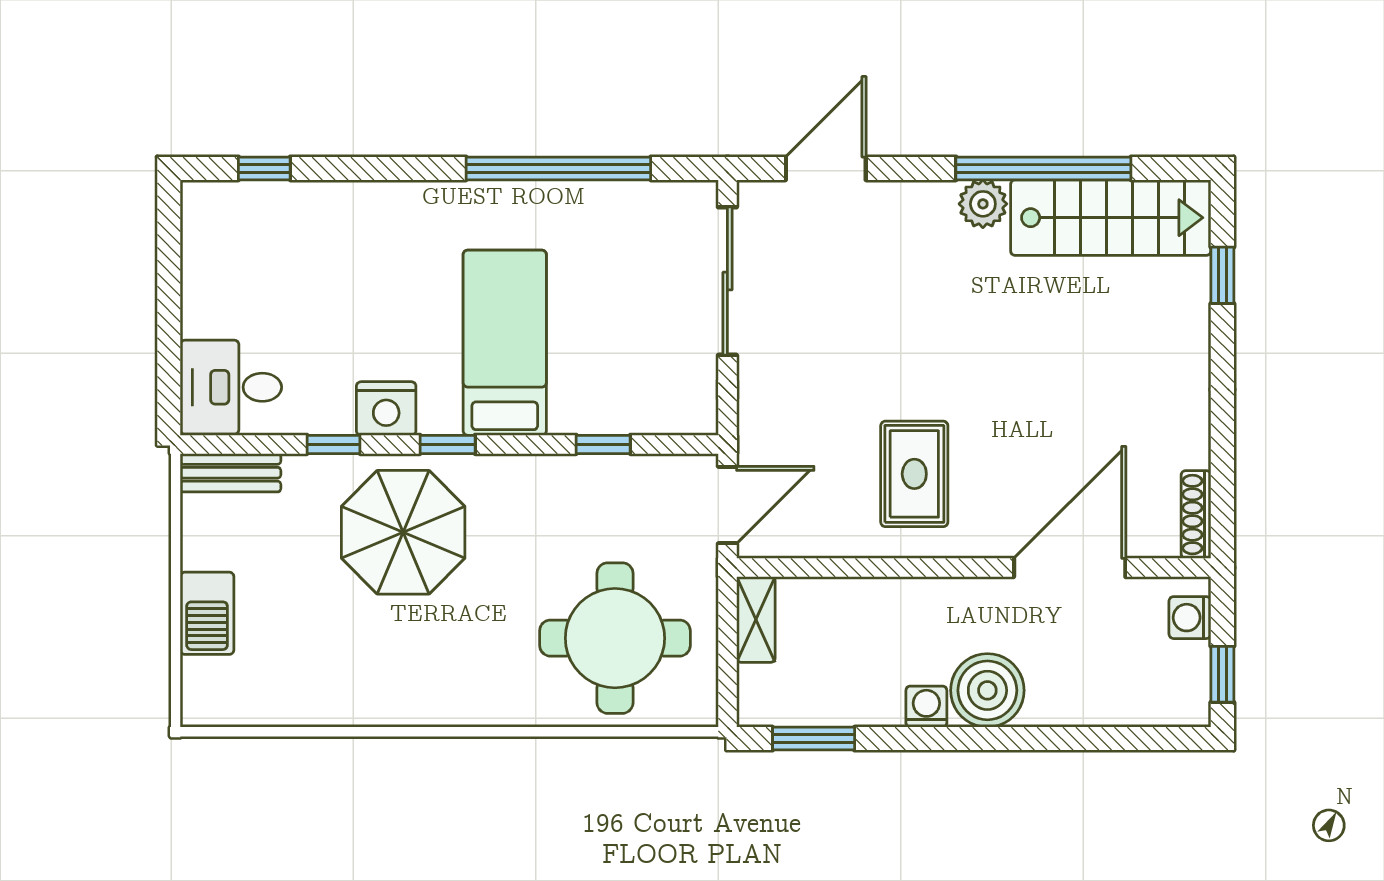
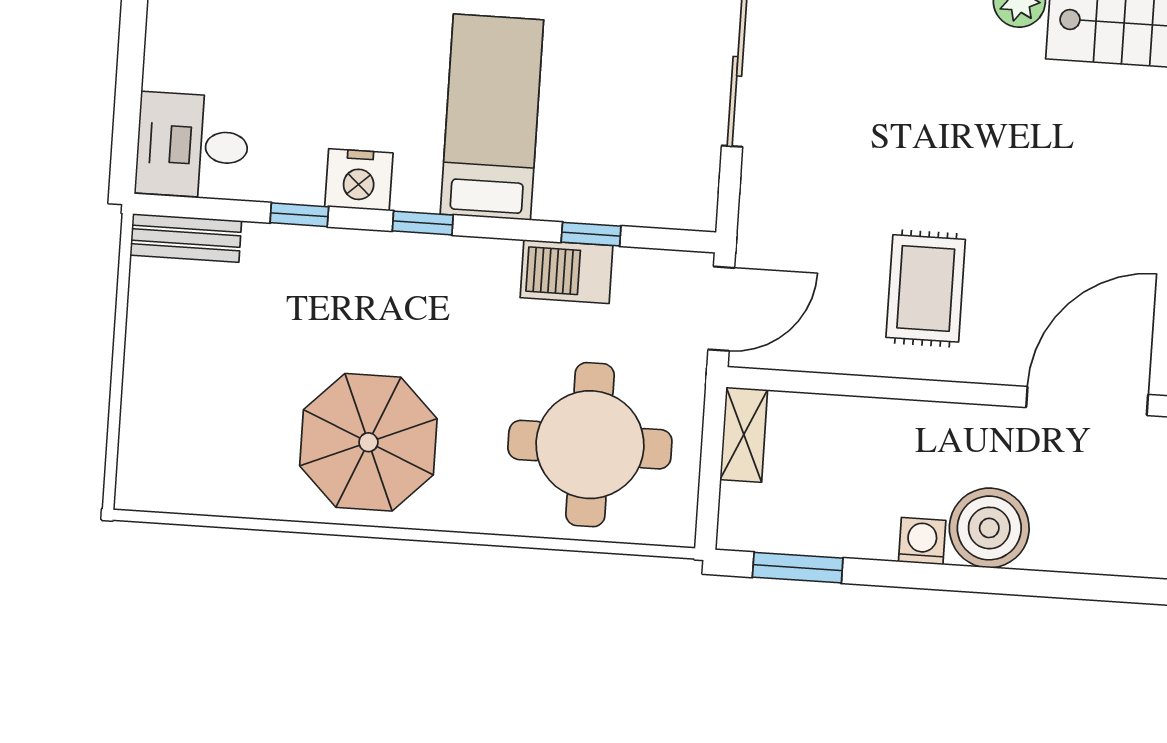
parasol: (403, 532) -> (368, 442), moved
barbecue: (207, 613) -> (566, 272), moved, turned 90

